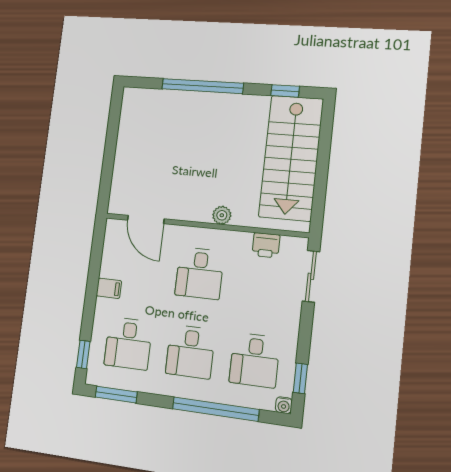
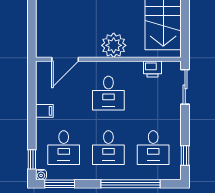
plant: (222, 215) -> (114, 45), width x1.88, depth x1.88
door: (146, 220) -> (65, 59), hinge flipped
water cooler: (284, 405) -> (41, 175), moved

